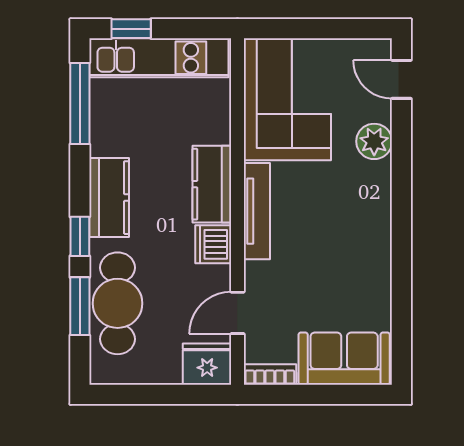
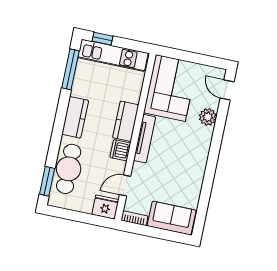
window: (80, 236) -> (57, 133), removed
window: (80, 306) -> (47, 181), moved

